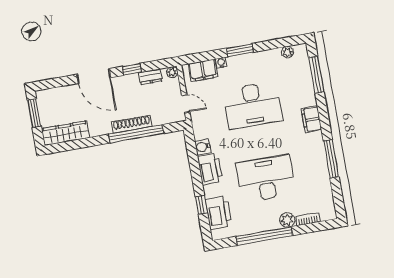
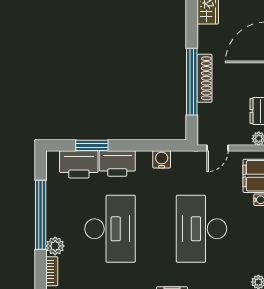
printer: (210, 169) -> (117, 163), moved
window: (201, 205) -> (92, 145), width x1.50

